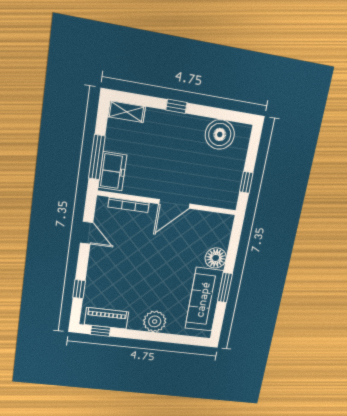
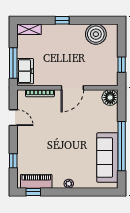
floor lamp: (216, 258) -> (110, 98), moved
window: (225, 288) -> (122, 146), width x2.11
plant: (155, 321) -> (69, 184), width x0.53, depth x0.53

